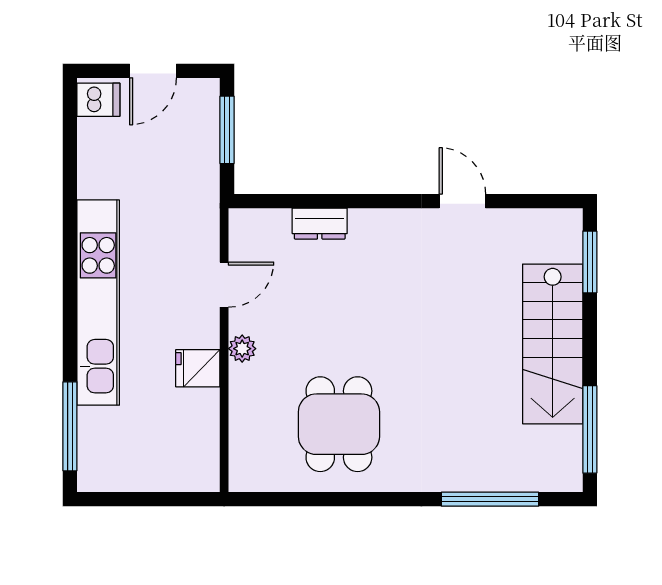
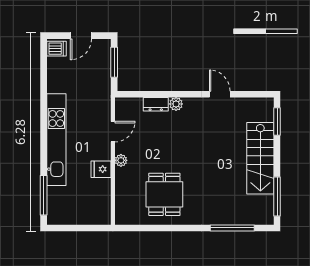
plant: (365, 223) -> (176, 104), added

